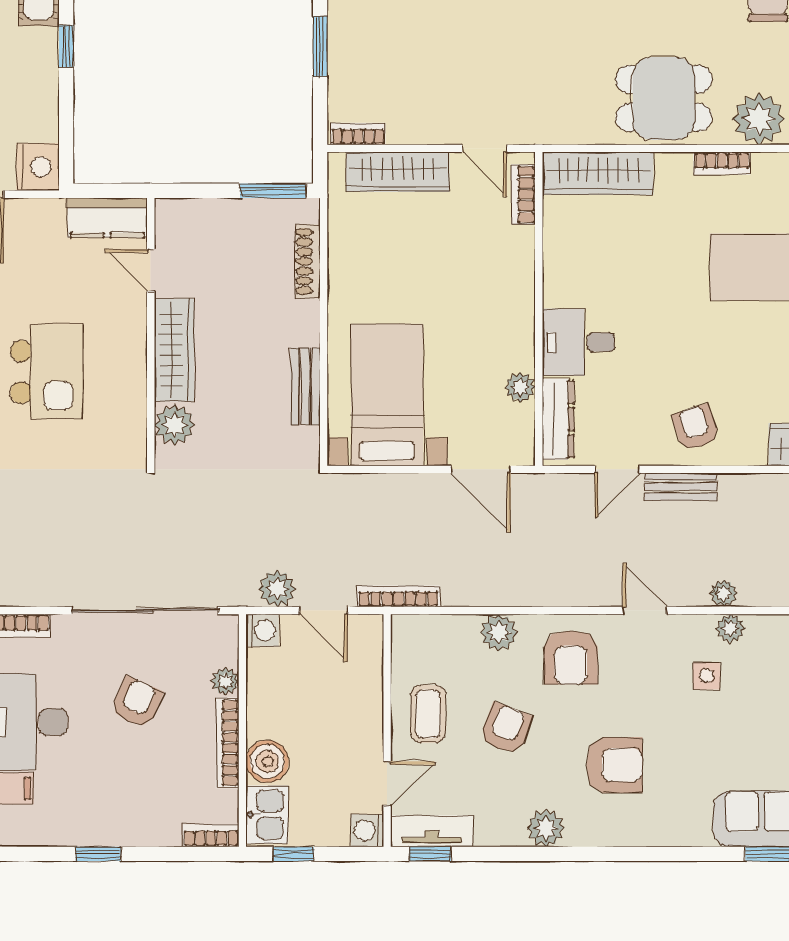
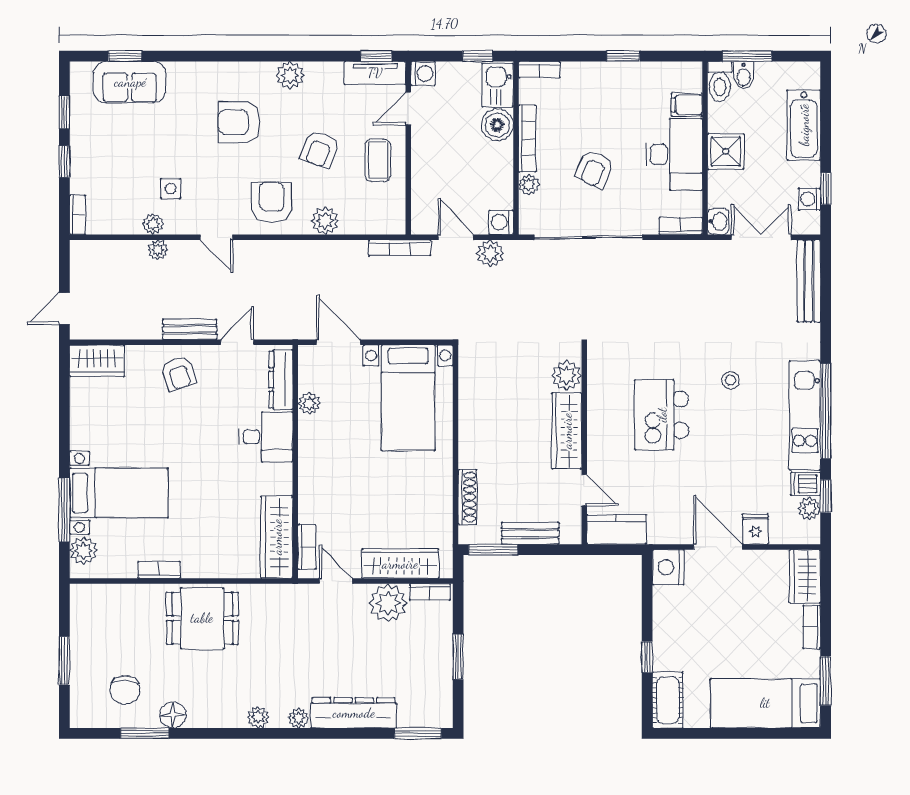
plant: (759, 119) -> (388, 603), moved
wardrobe: (598, 173) -> (277, 537), moved, turned -90
bench: (305, 386) -> (530, 533), moved, turned 90

